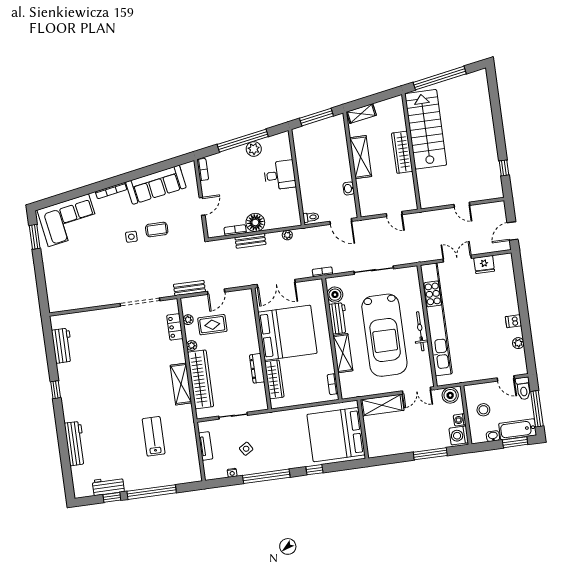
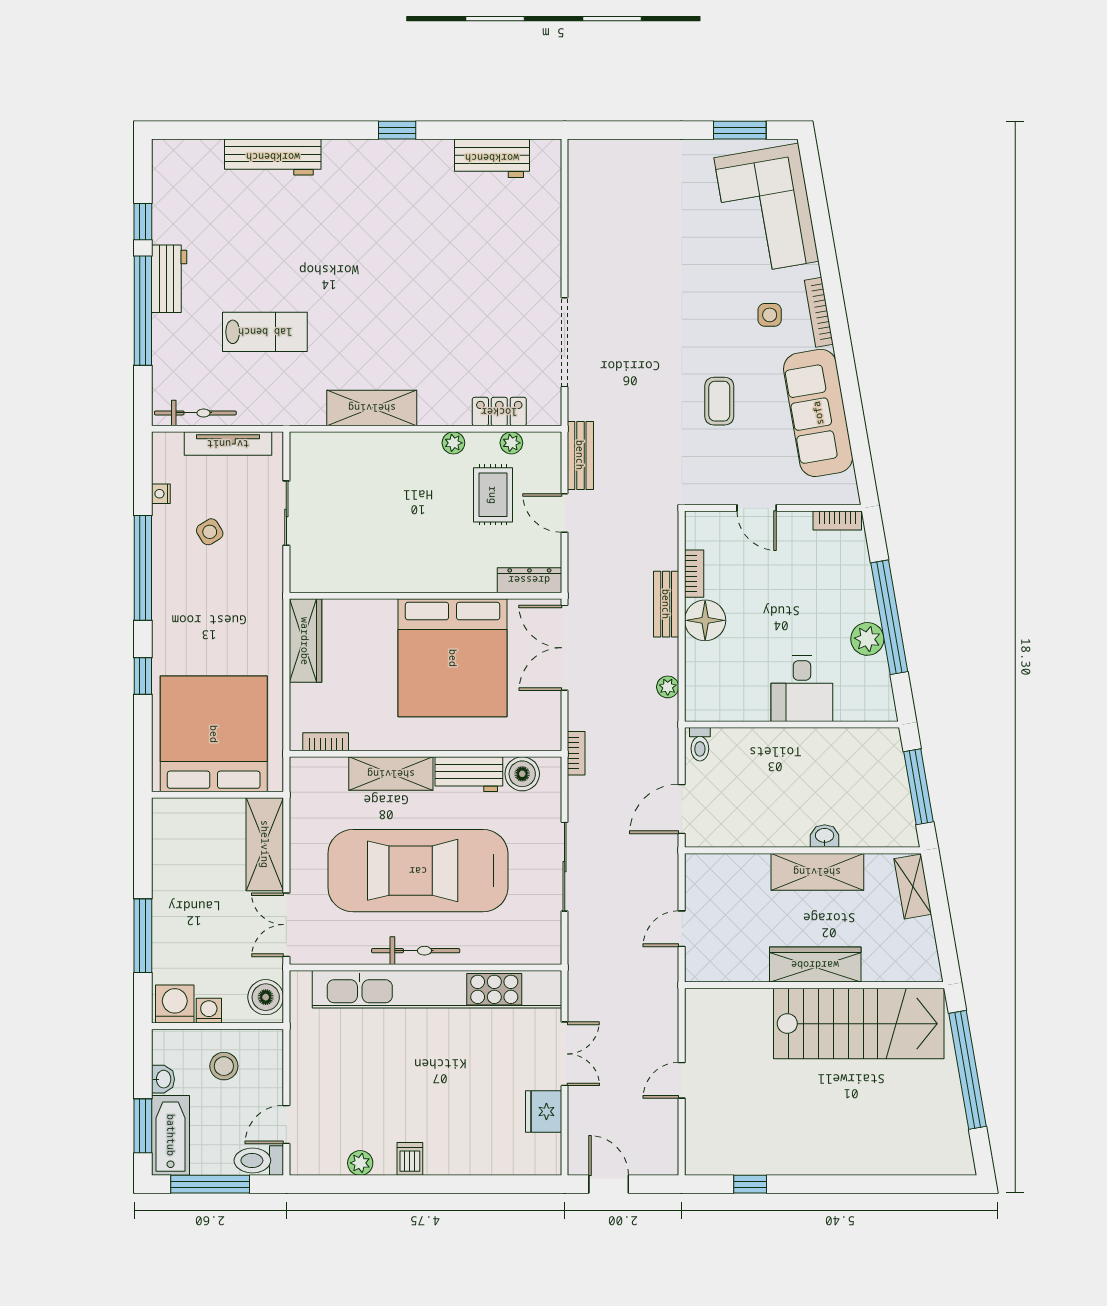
washbasin: (349, 188) -> (825, 836), moved
side table: (131, 237) -> (770, 315), moved
dresser: (257, 368) -> (529, 580), moved
wardrobe: (201, 379) -> (376, 452), removed
wardrobe: (274, 379) -> (305, 641), moved, turned -90
tv unit: (206, 446) -> (228, 444), width x1.41
bicycle: (194, 462) -> (195, 413), added
workbench: (108, 486) -> (169, 279), moved

